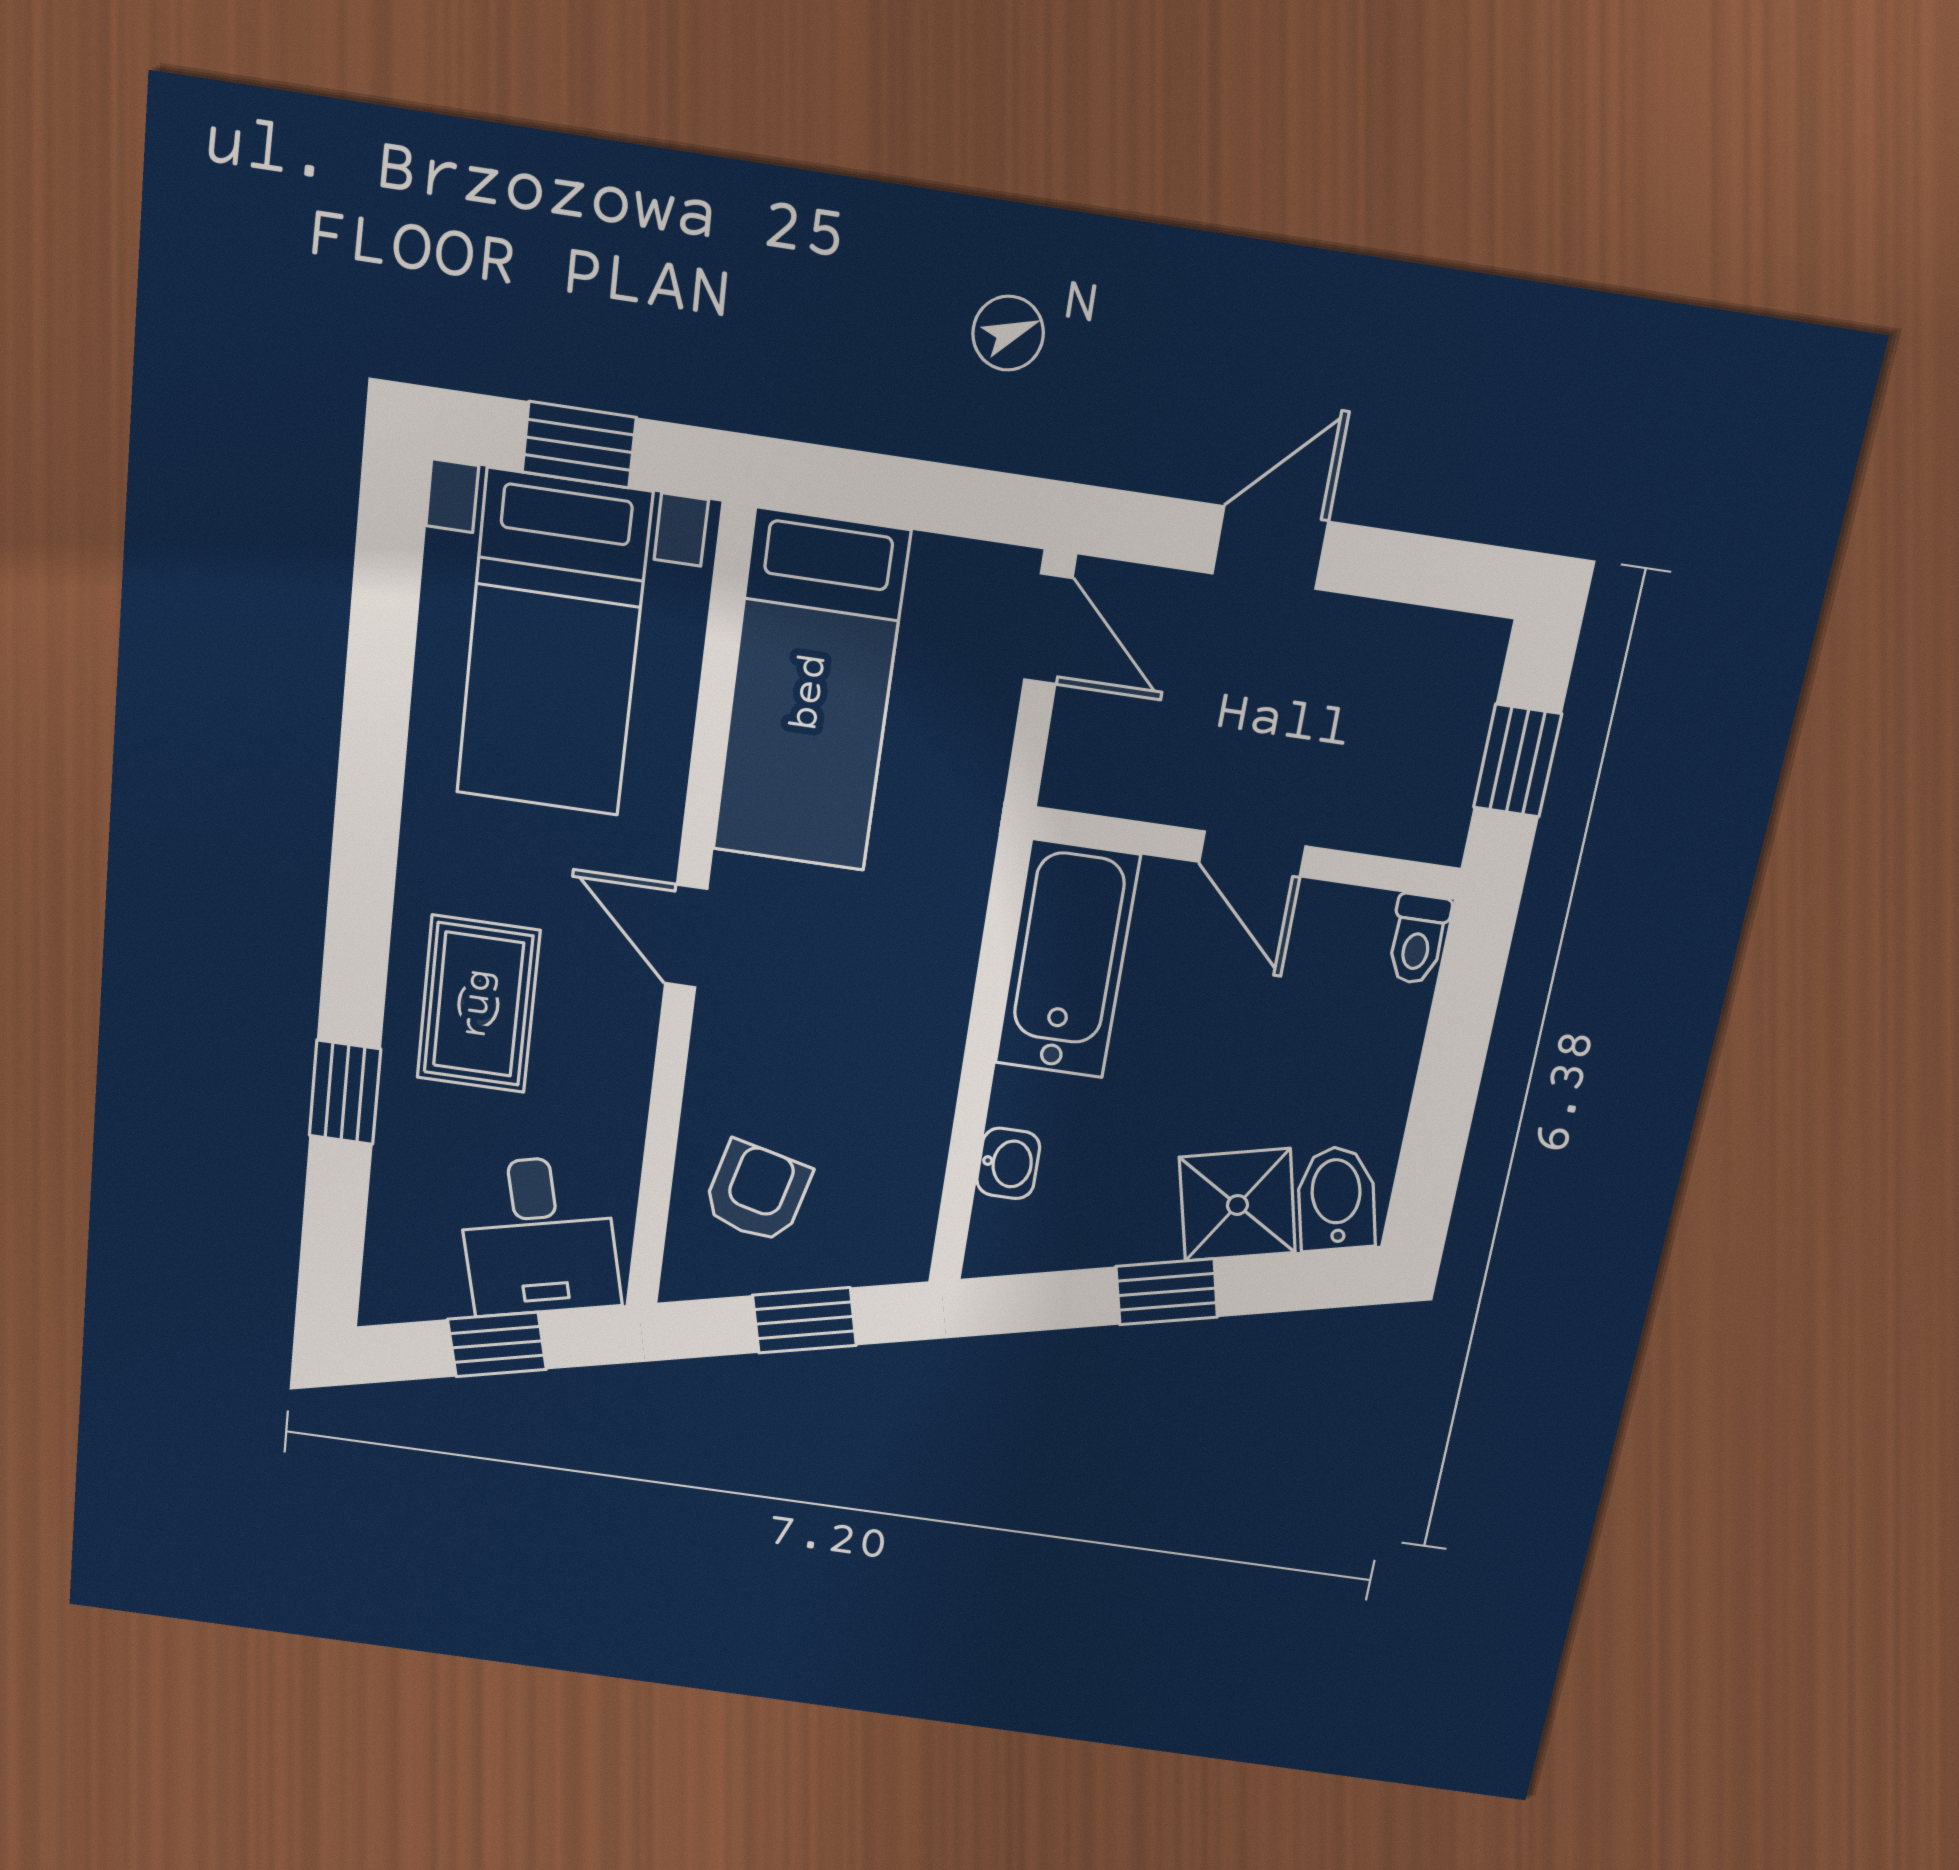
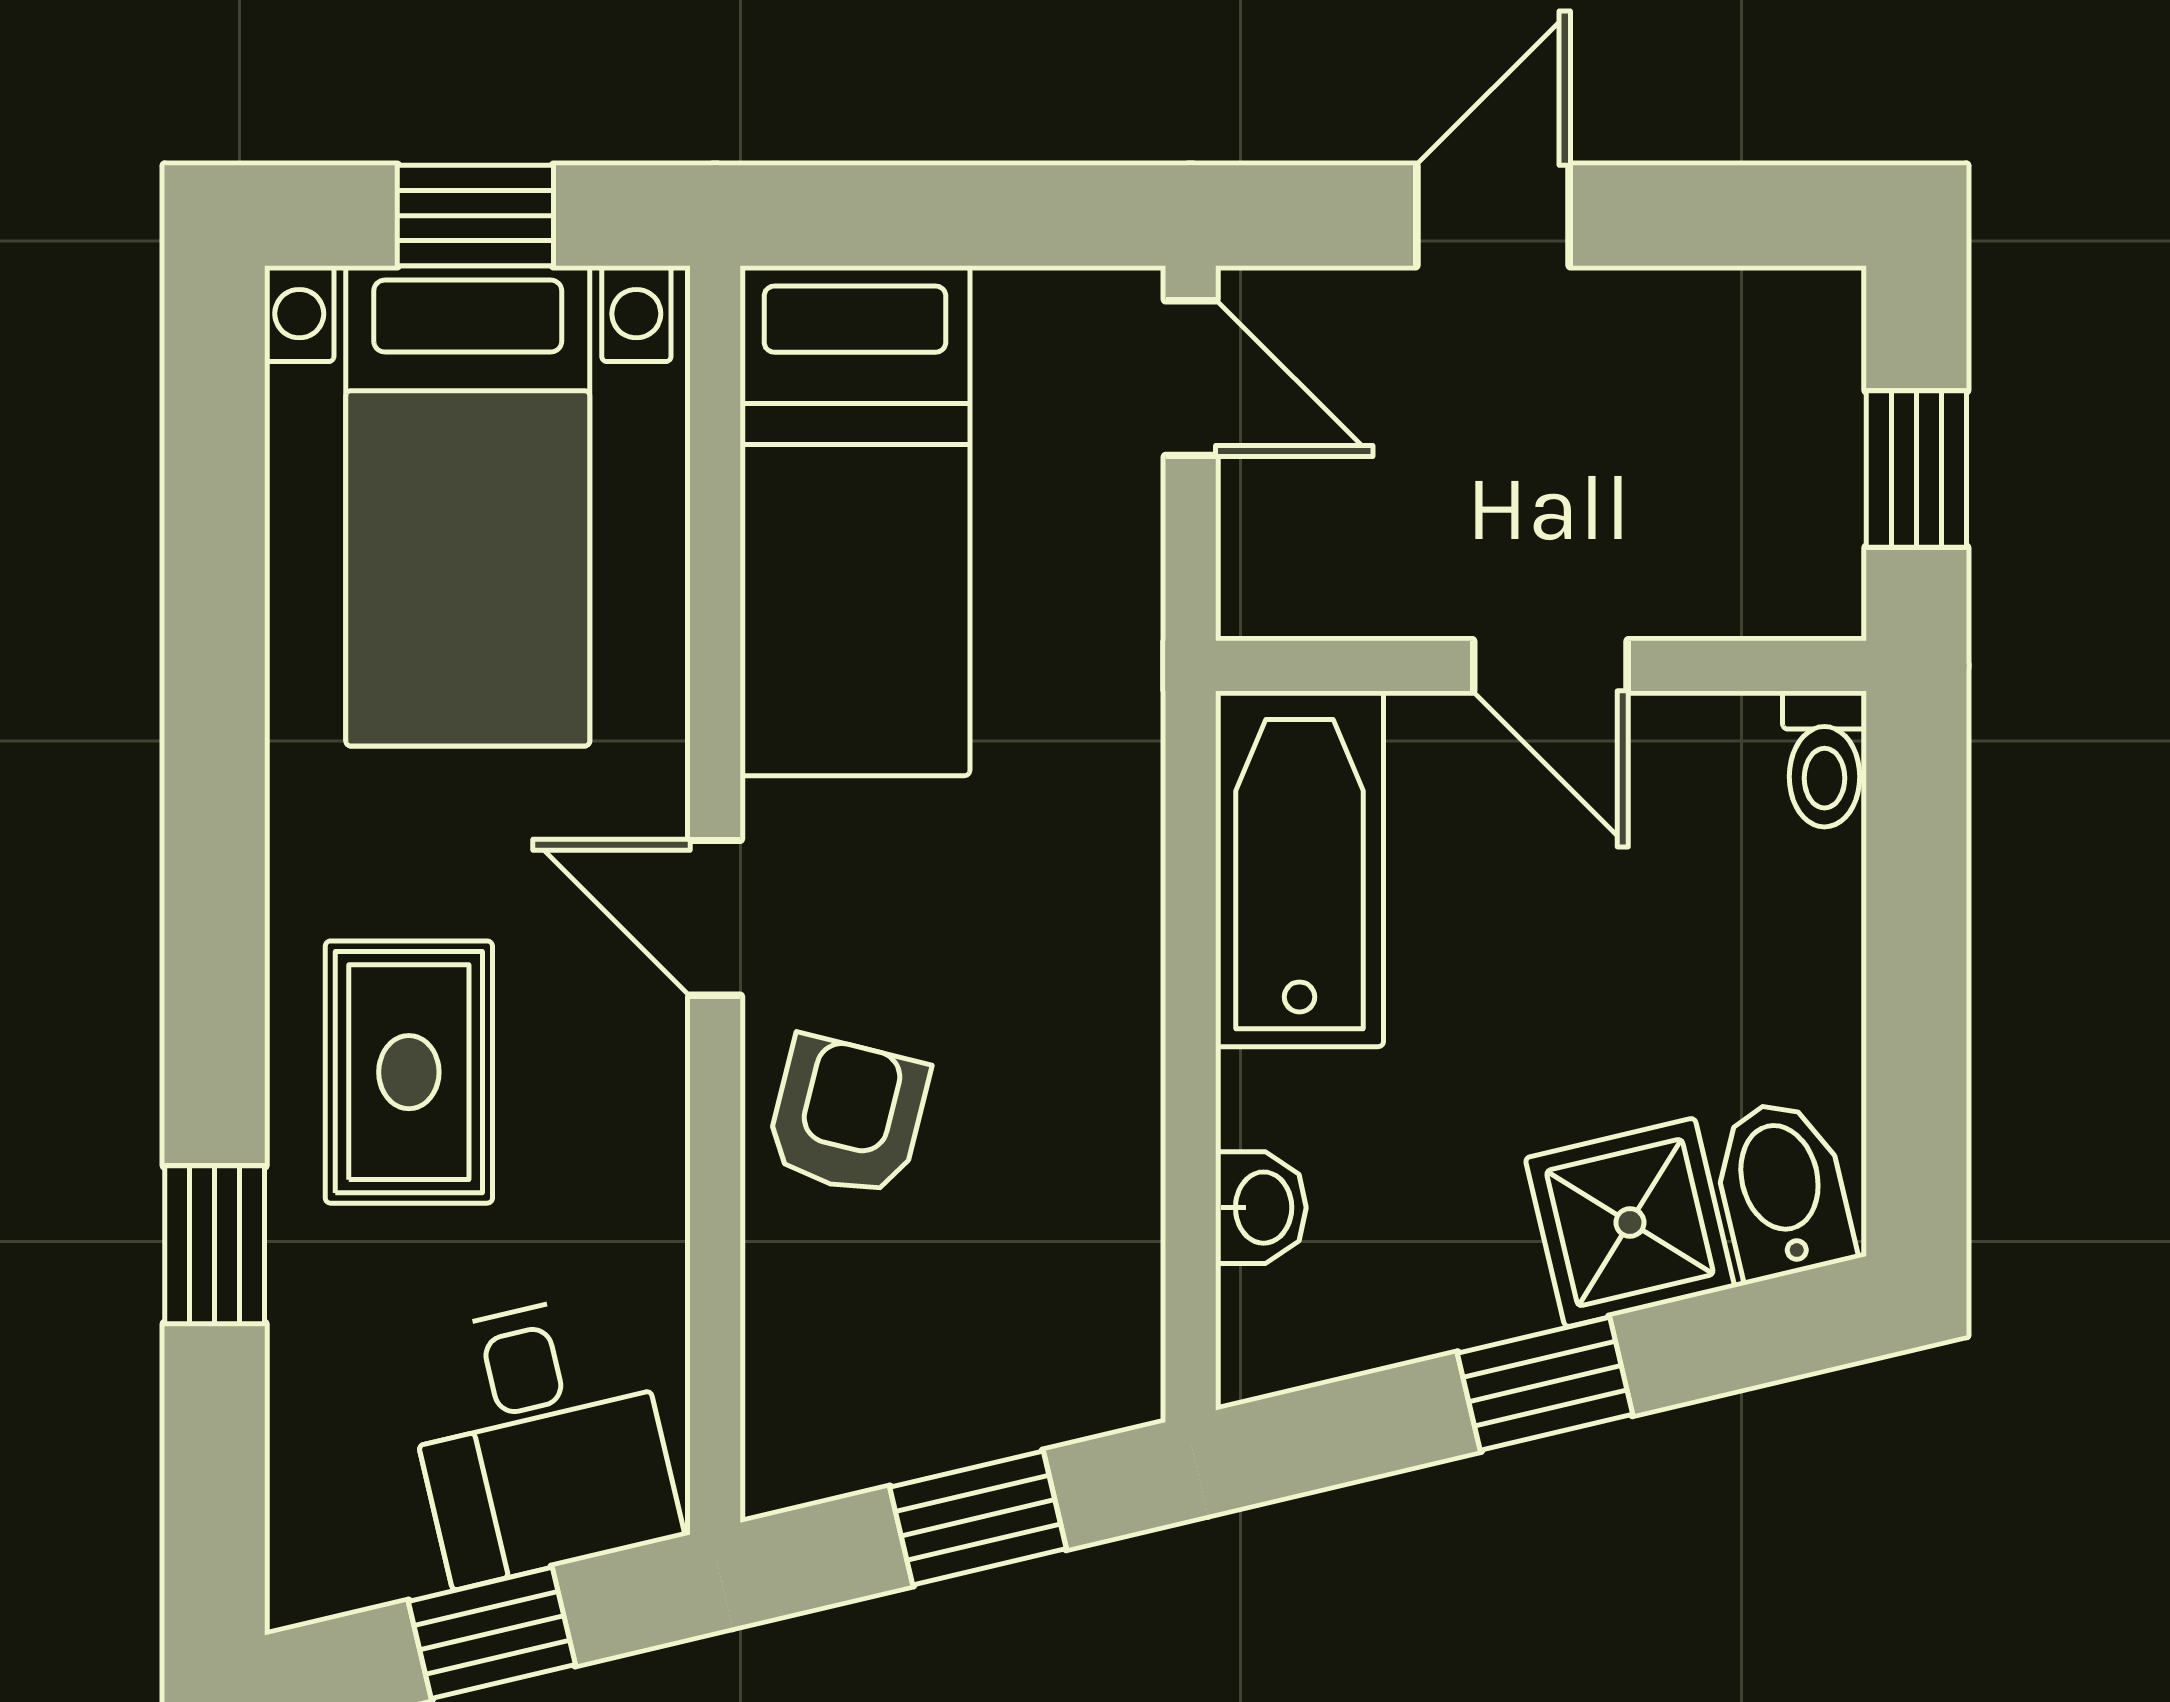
armchair: (757, 1192) -> (847, 1116), moved

